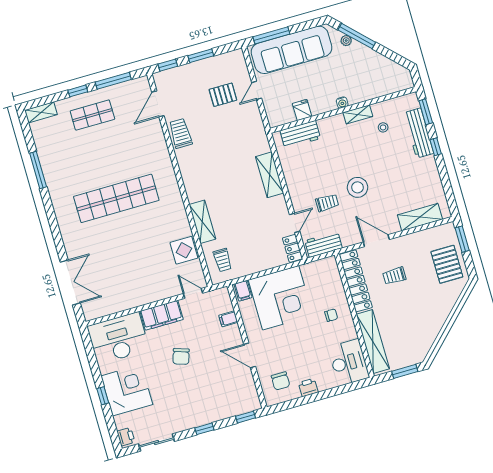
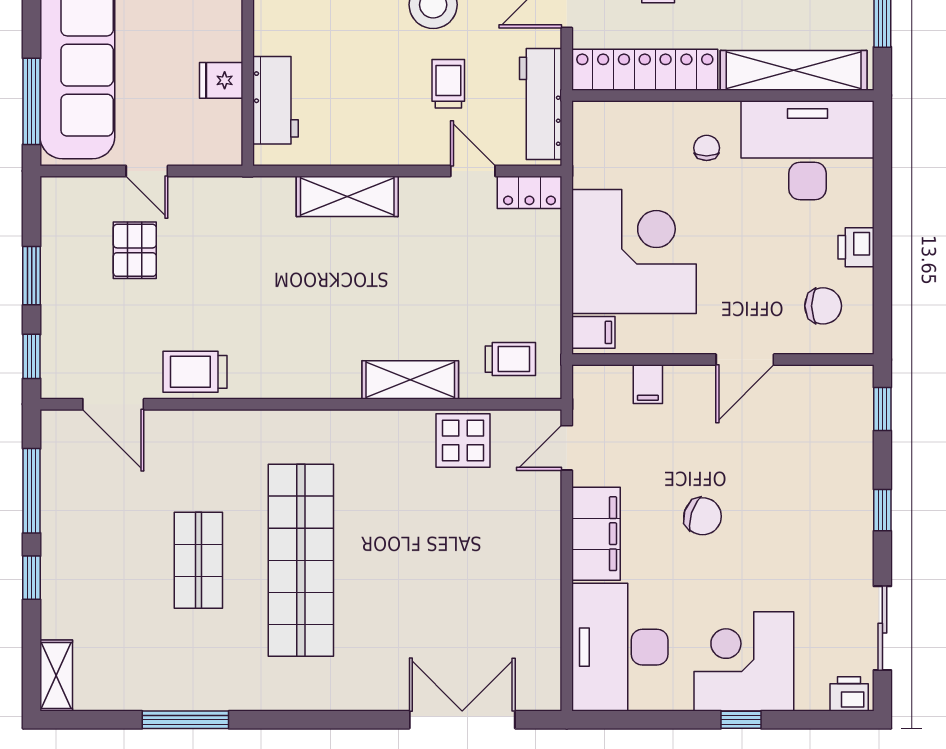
shop shelf: (92, 115) -> (198, 560), moved
workbench: (323, 244) -> (541, 104), width x1.38
desk: (349, 362) -> (807, 150), width x1.36, depth x1.30

